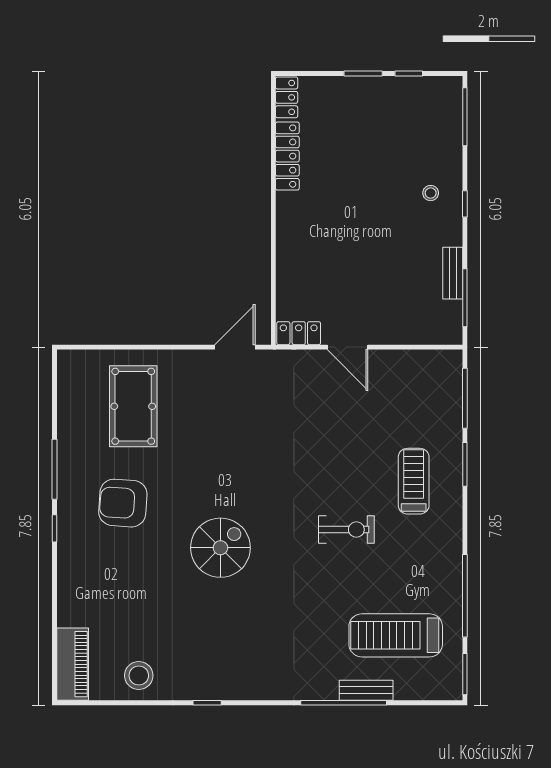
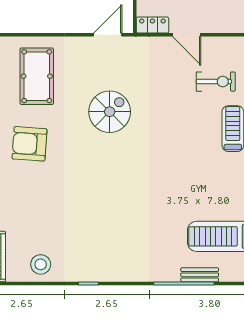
exercise bike: (346, 530) -> (216, 82), moved
spiral stairs: (220, 548) -> (110, 112), moved

